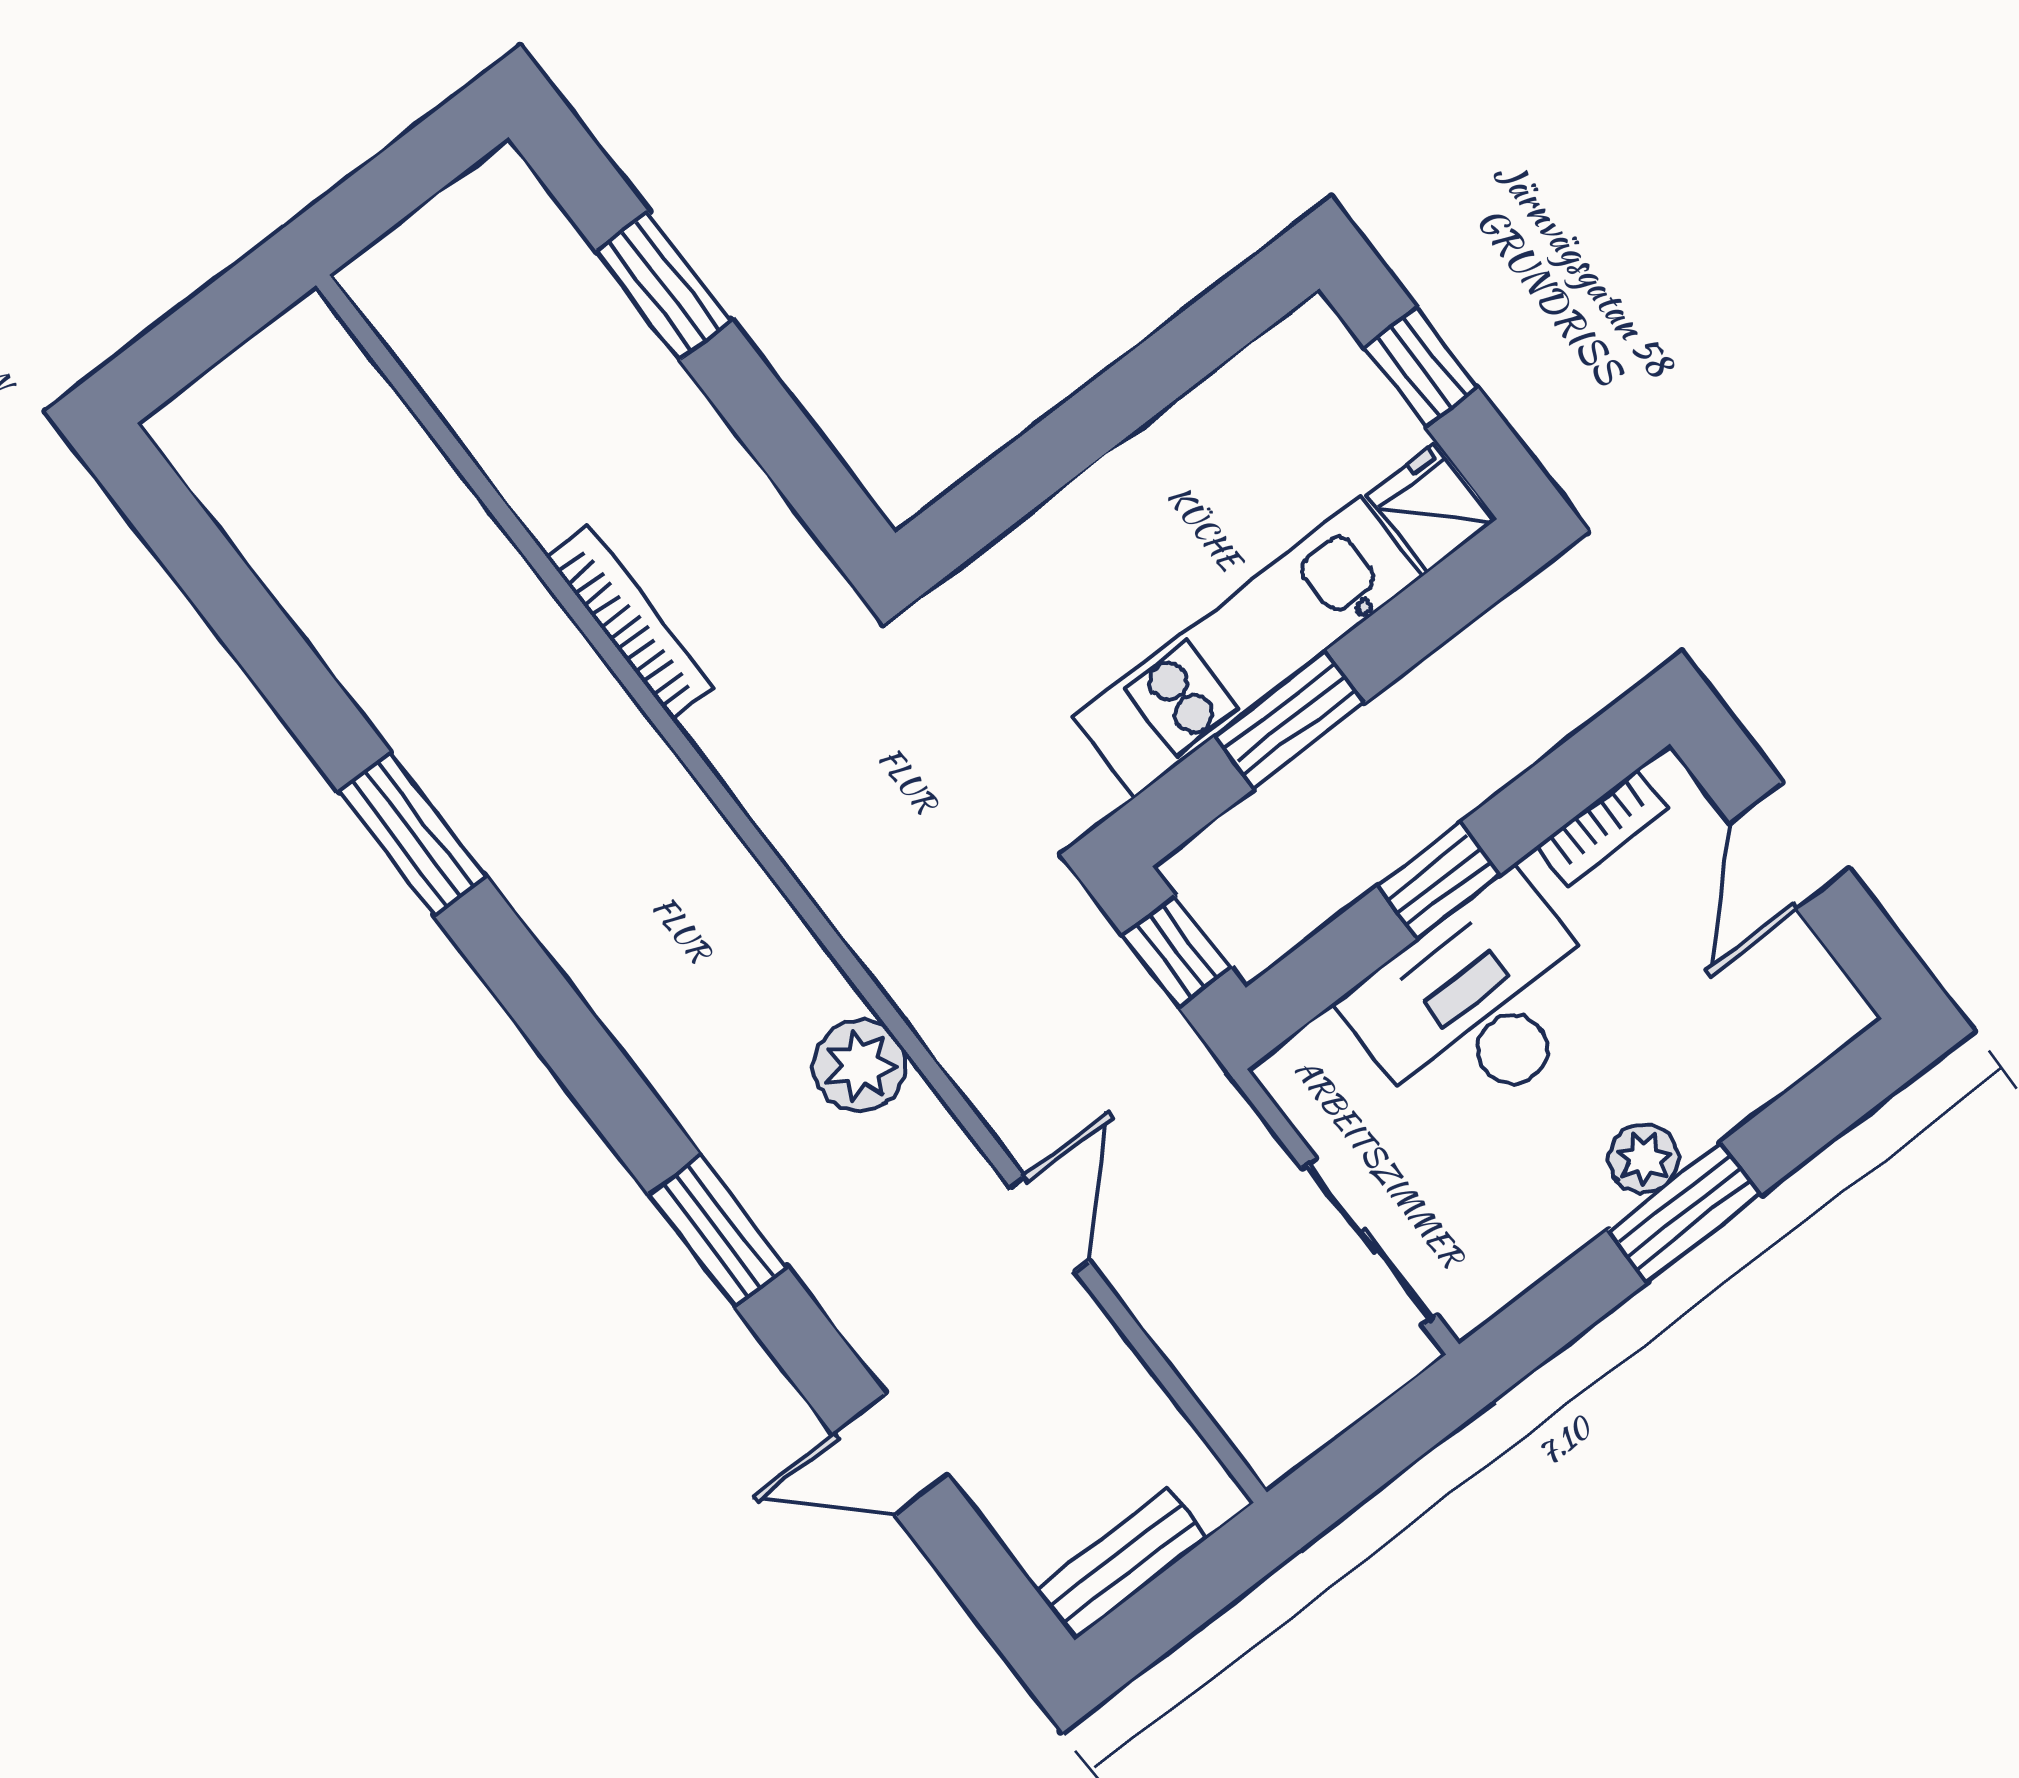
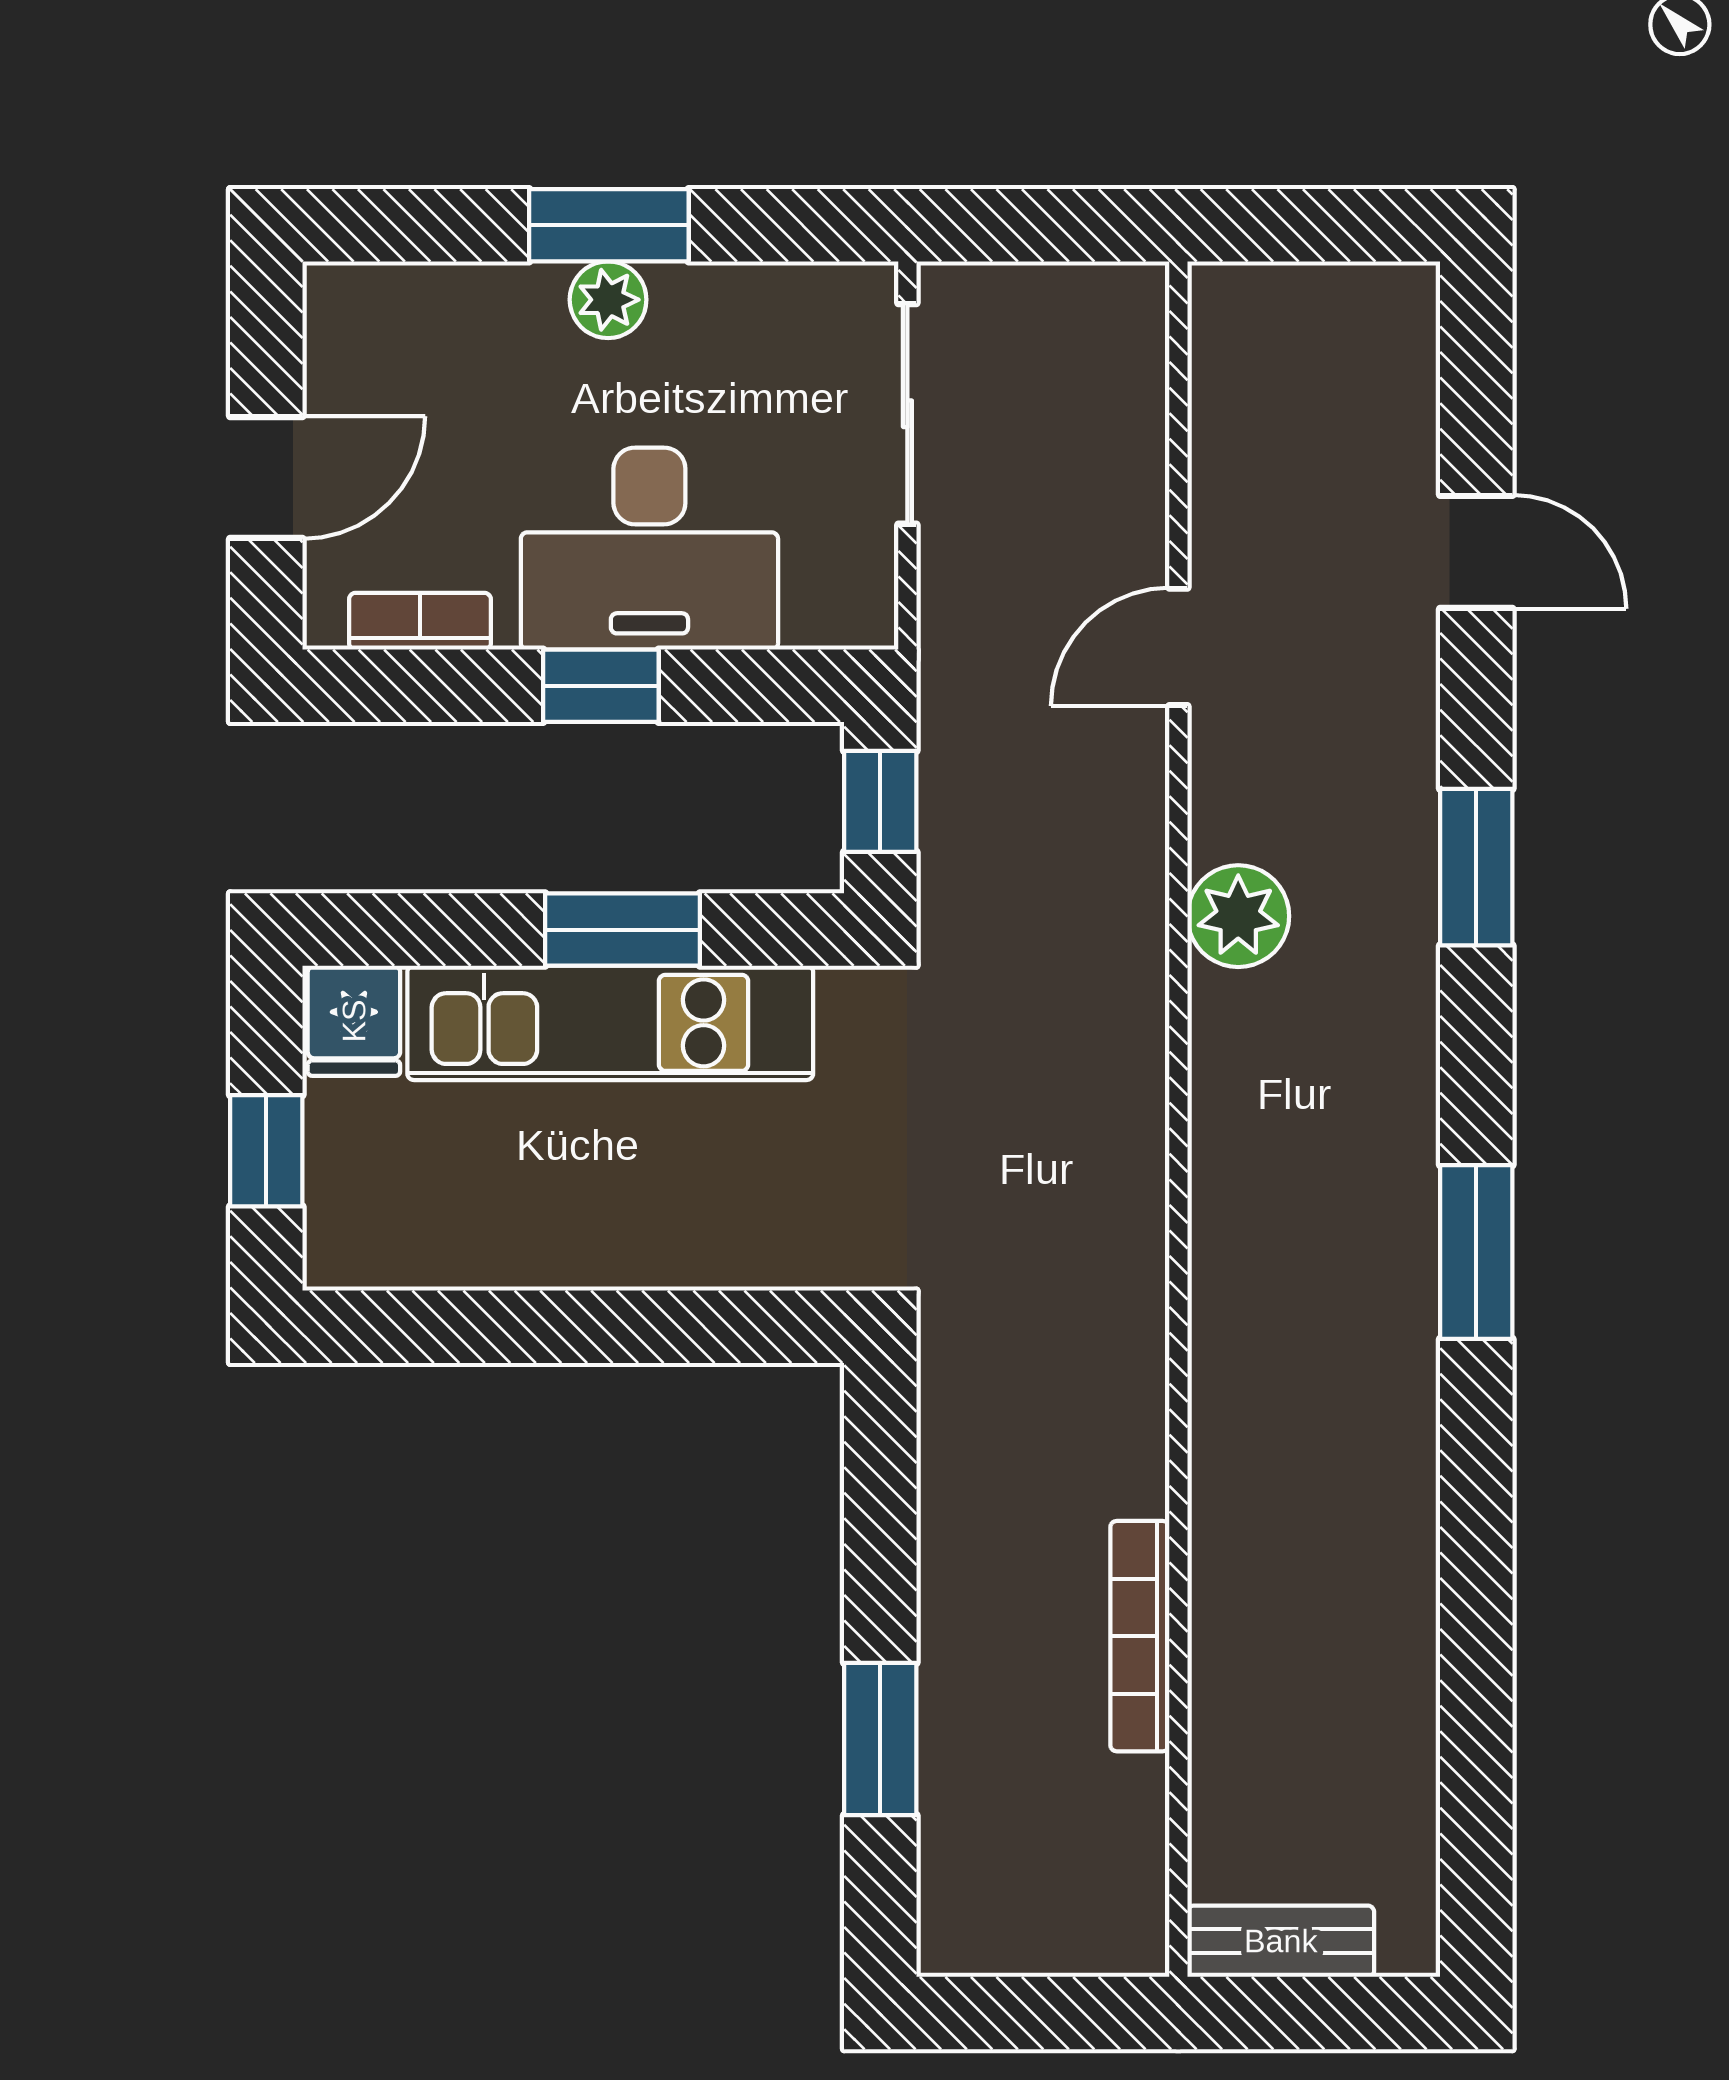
bookcase: (630, 623) -> (1140, 1636), moved
window: (412, 834) -> (1476, 1252), moved
bench: (1122, 1564) -> (1281, 1941), moved

